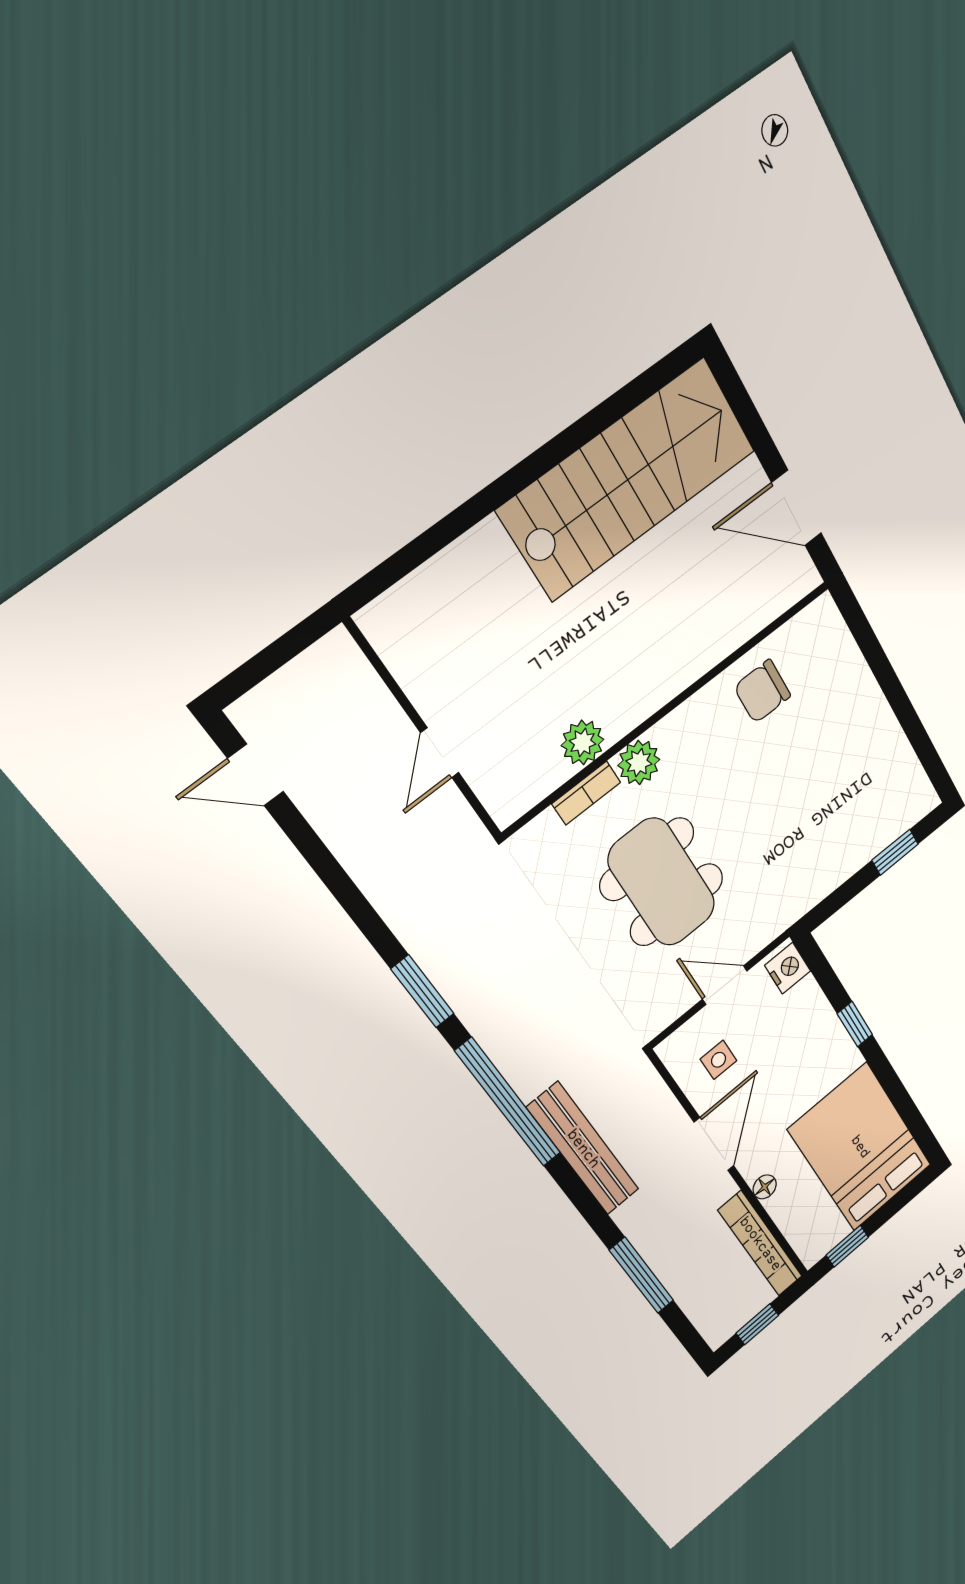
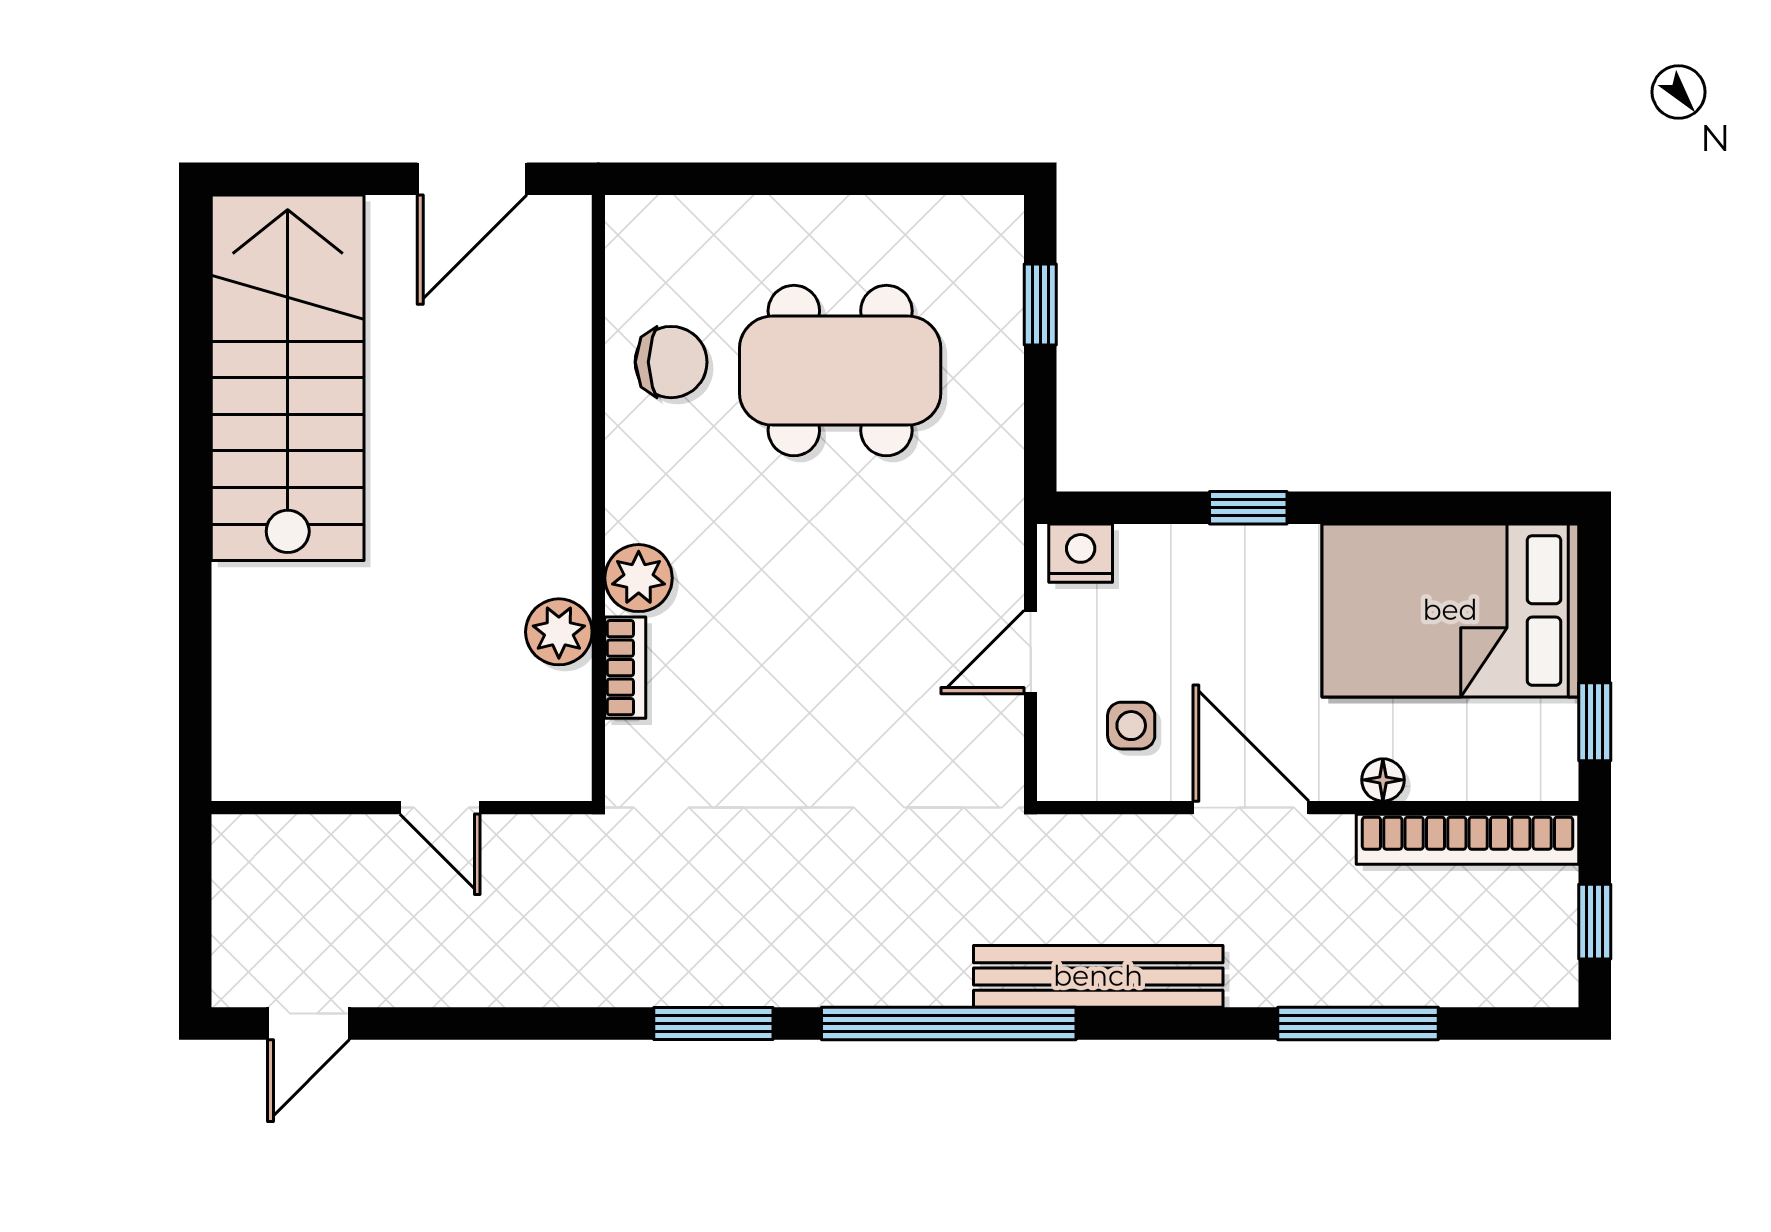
chair: (762, 691) -> (671, 362), turned -90
dining table: (662, 882) -> (840, 371), moved

